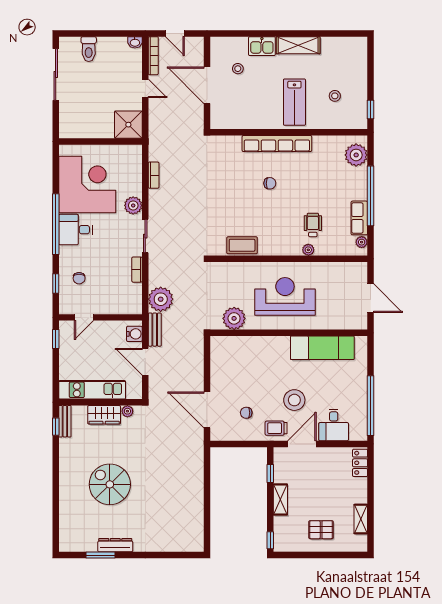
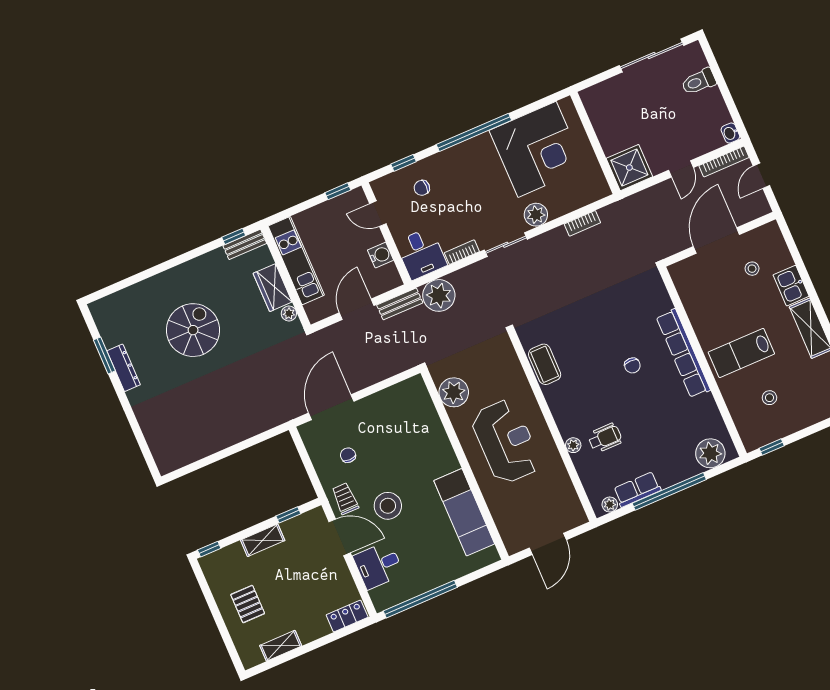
desk: (75, 230) -> (421, 254), moved, turned 180
water cooler: (134, 334) -> (381, 255), moved, turned -90

